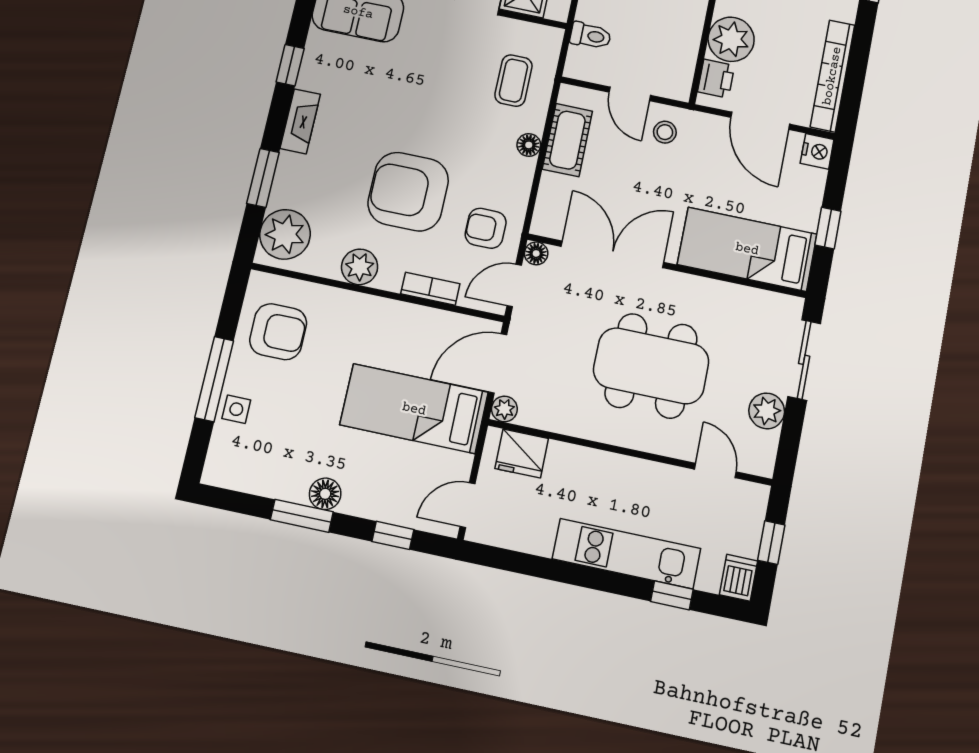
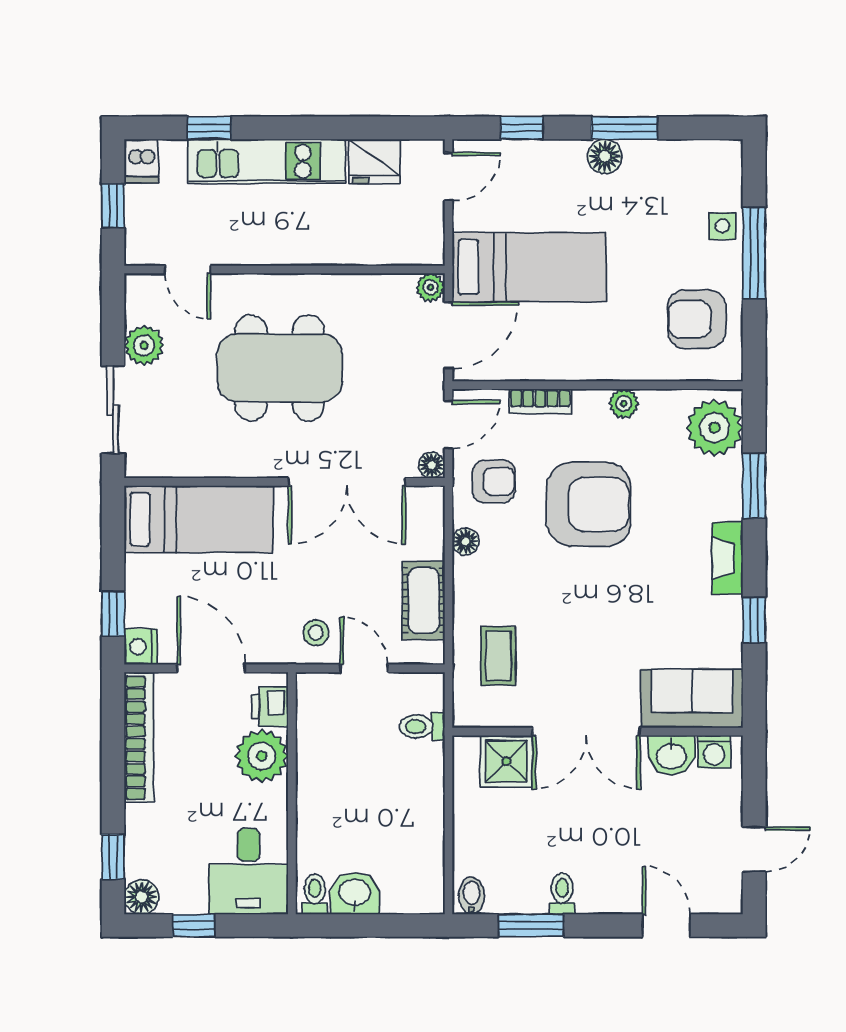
floor lamp: (529, 145) -> (466, 541), moved
window: (828, 228) -> (113, 614), moved
plant: (360, 267) -> (624, 404), width x0.73, depth x0.73
fridge: (522, 453) -> (374, 161), moved, turned 180

